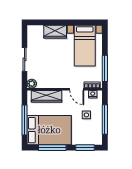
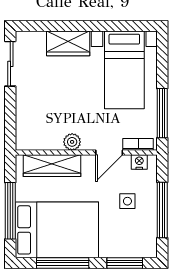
sliding door: (25, 59) -> (10, 64), moved
plant: (32, 84) -> (72, 142), moved
door: (77, 89) -> (109, 153), hinge flipped

